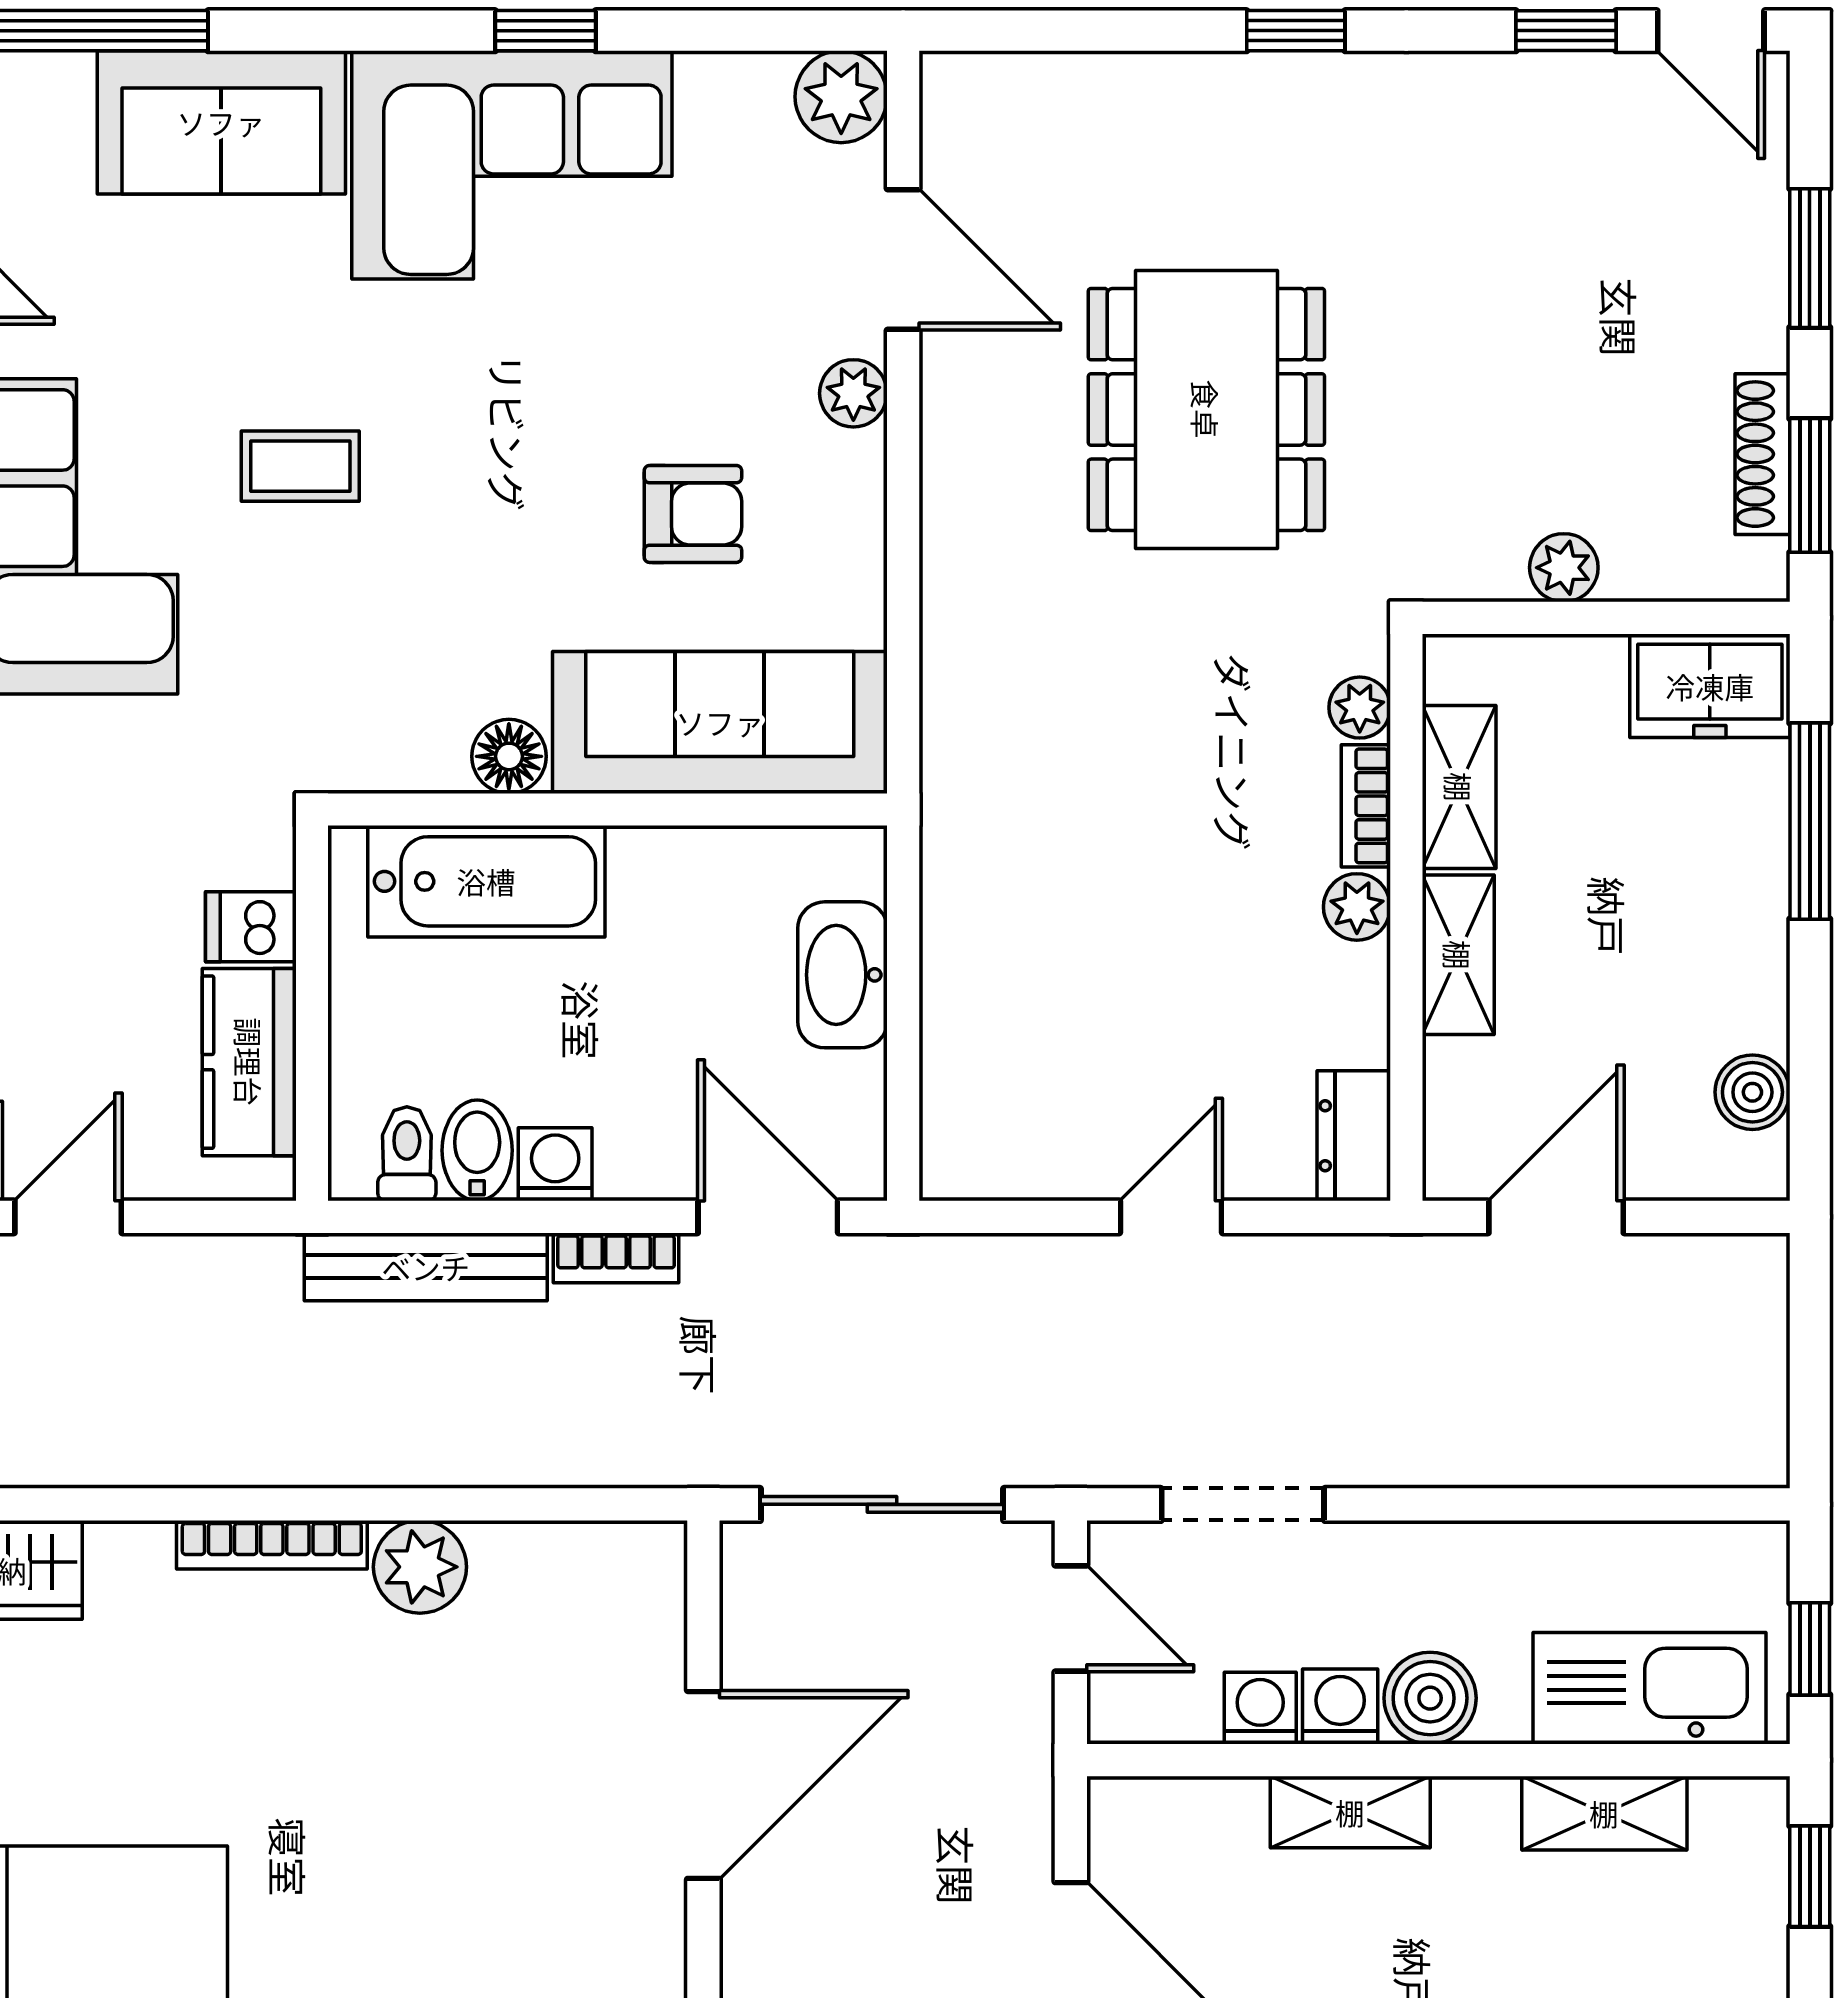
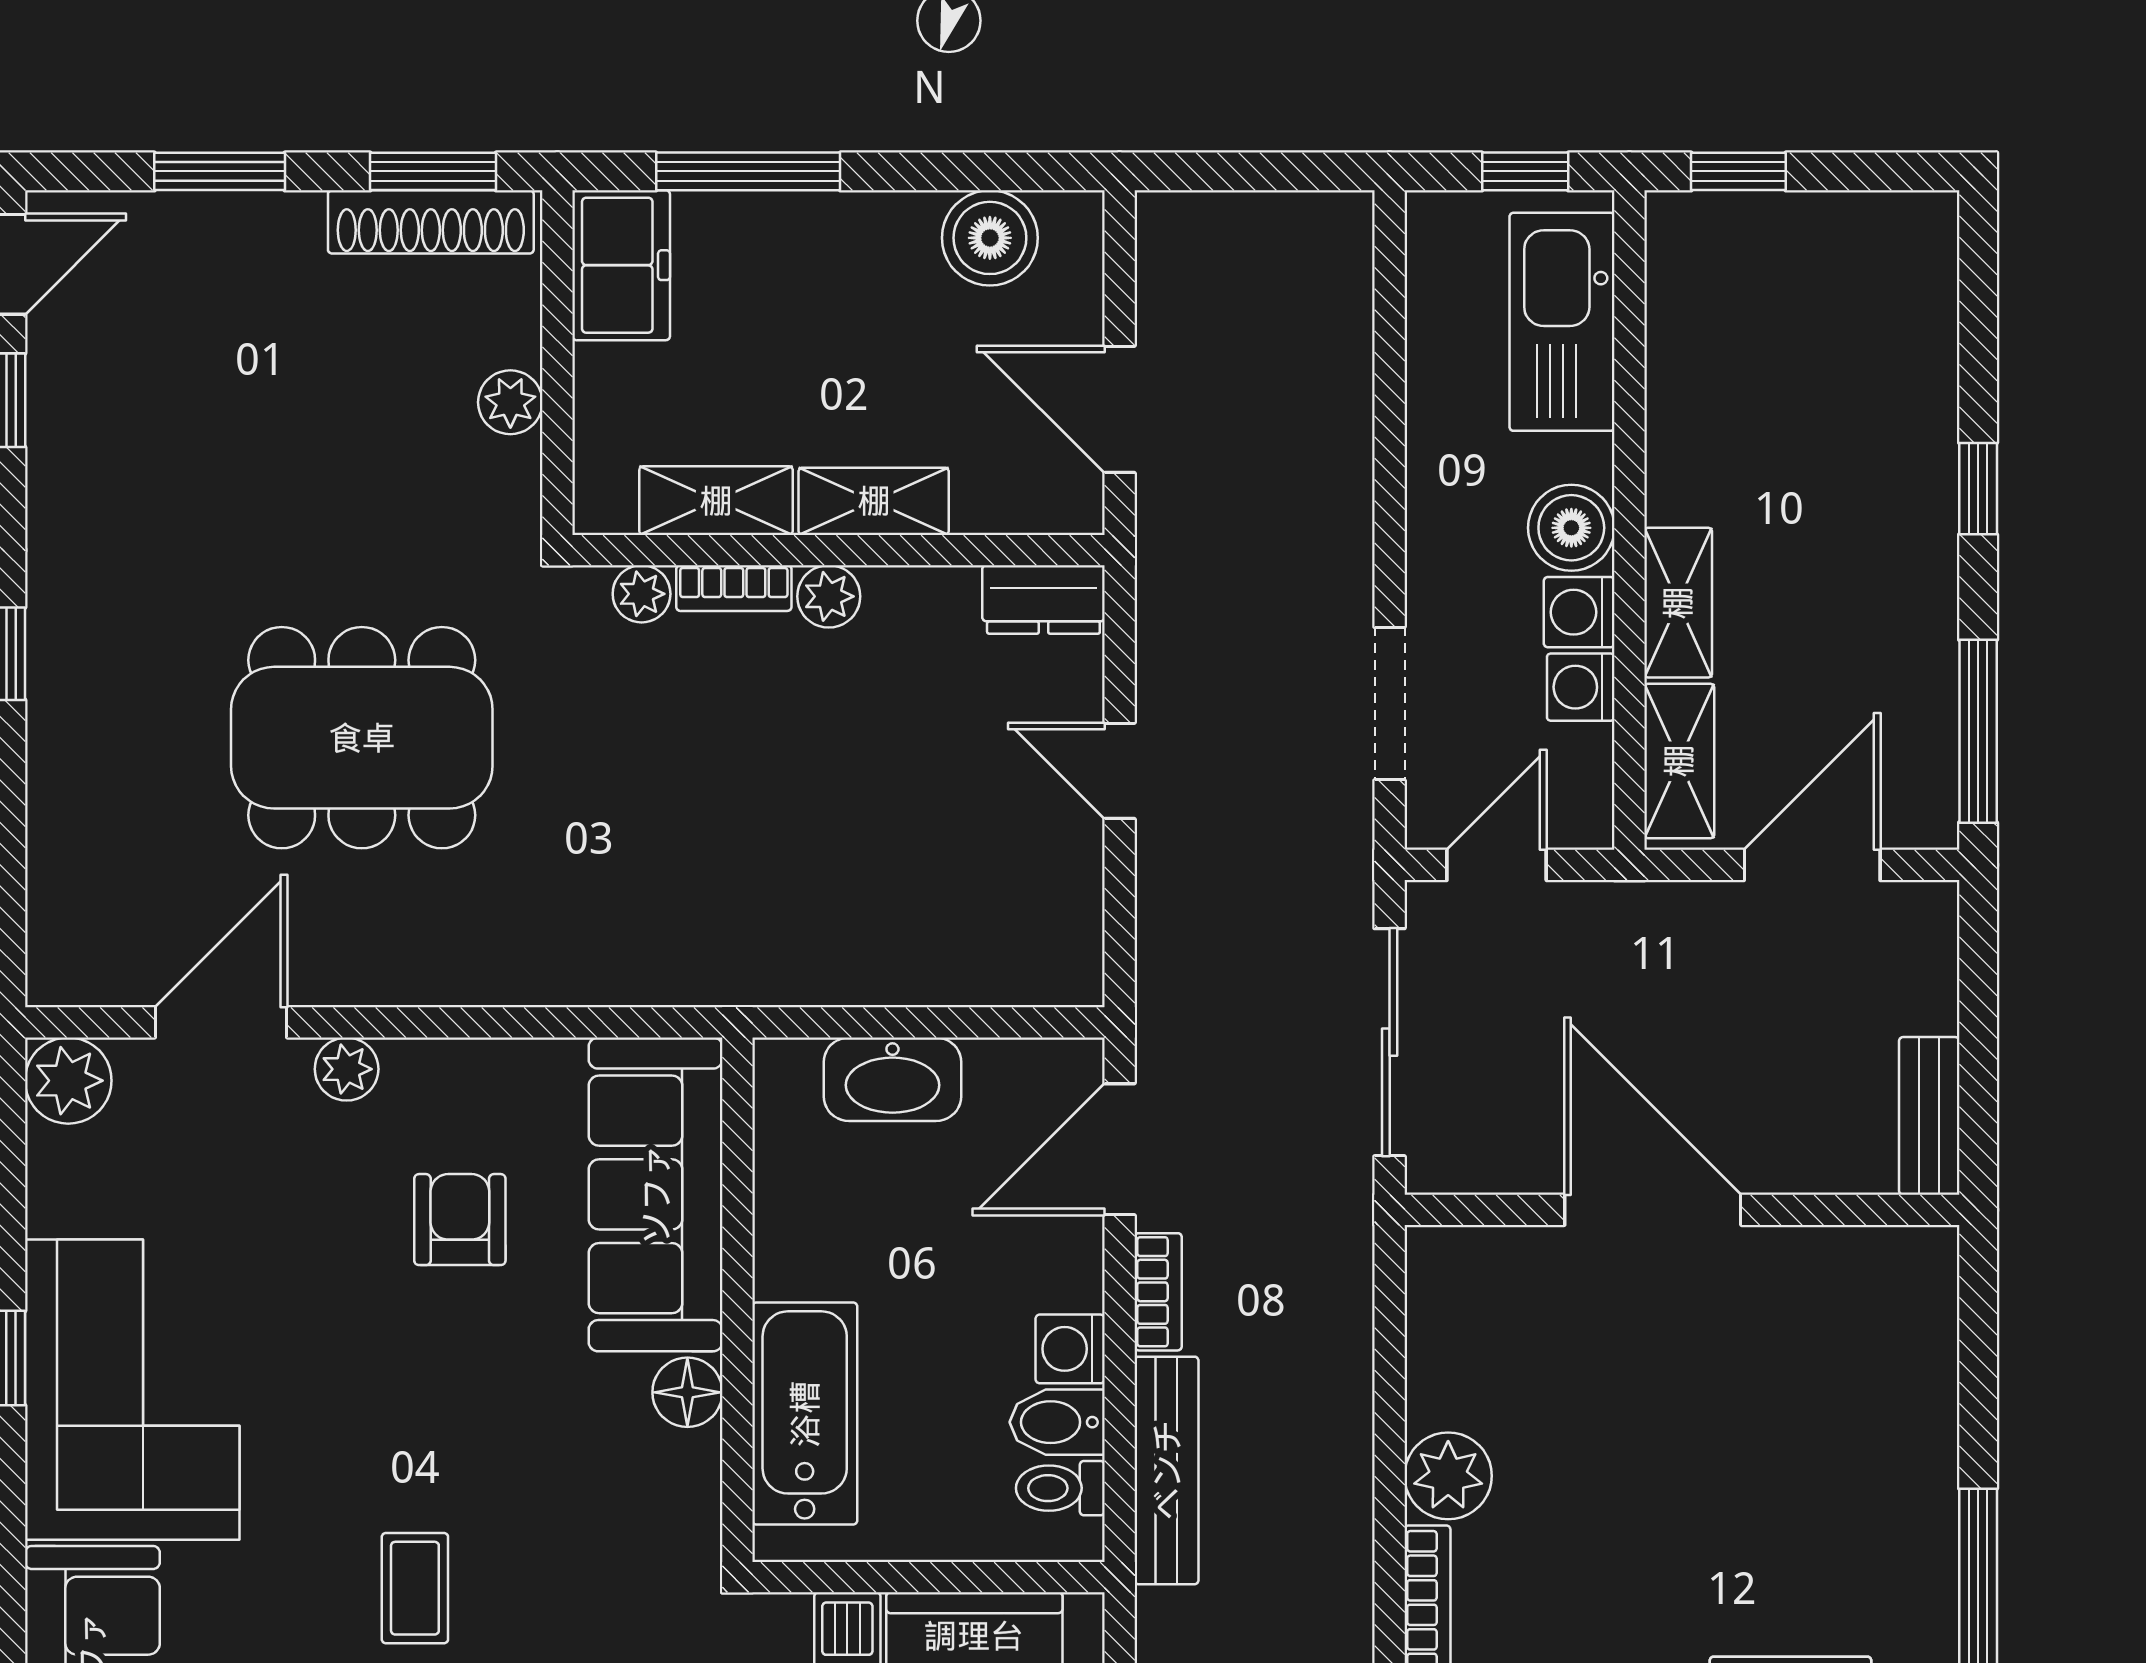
shoe rack: (1762, 454) -> (431, 222), width x1.36, depth x1.24
boiler: (1752, 1092) -> (990, 238), width x1.36, depth x1.36
shelving: (1604, 1813) -> (1679, 761), moved

